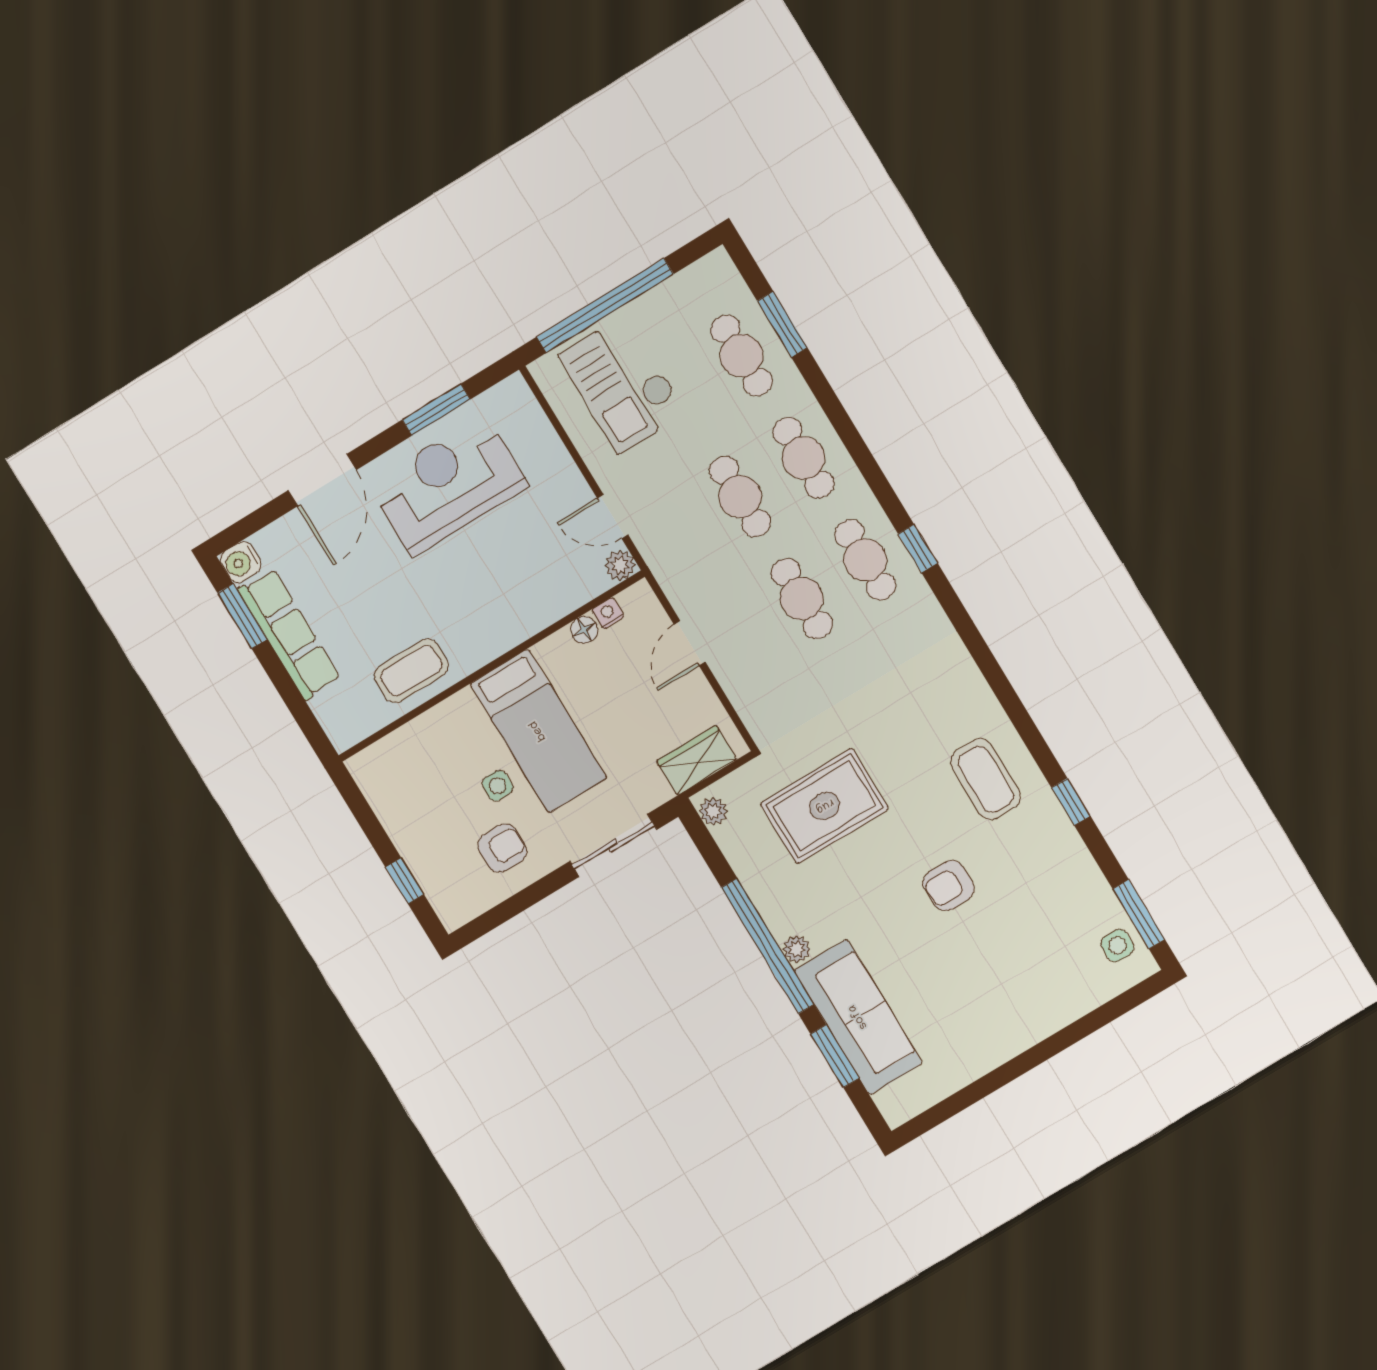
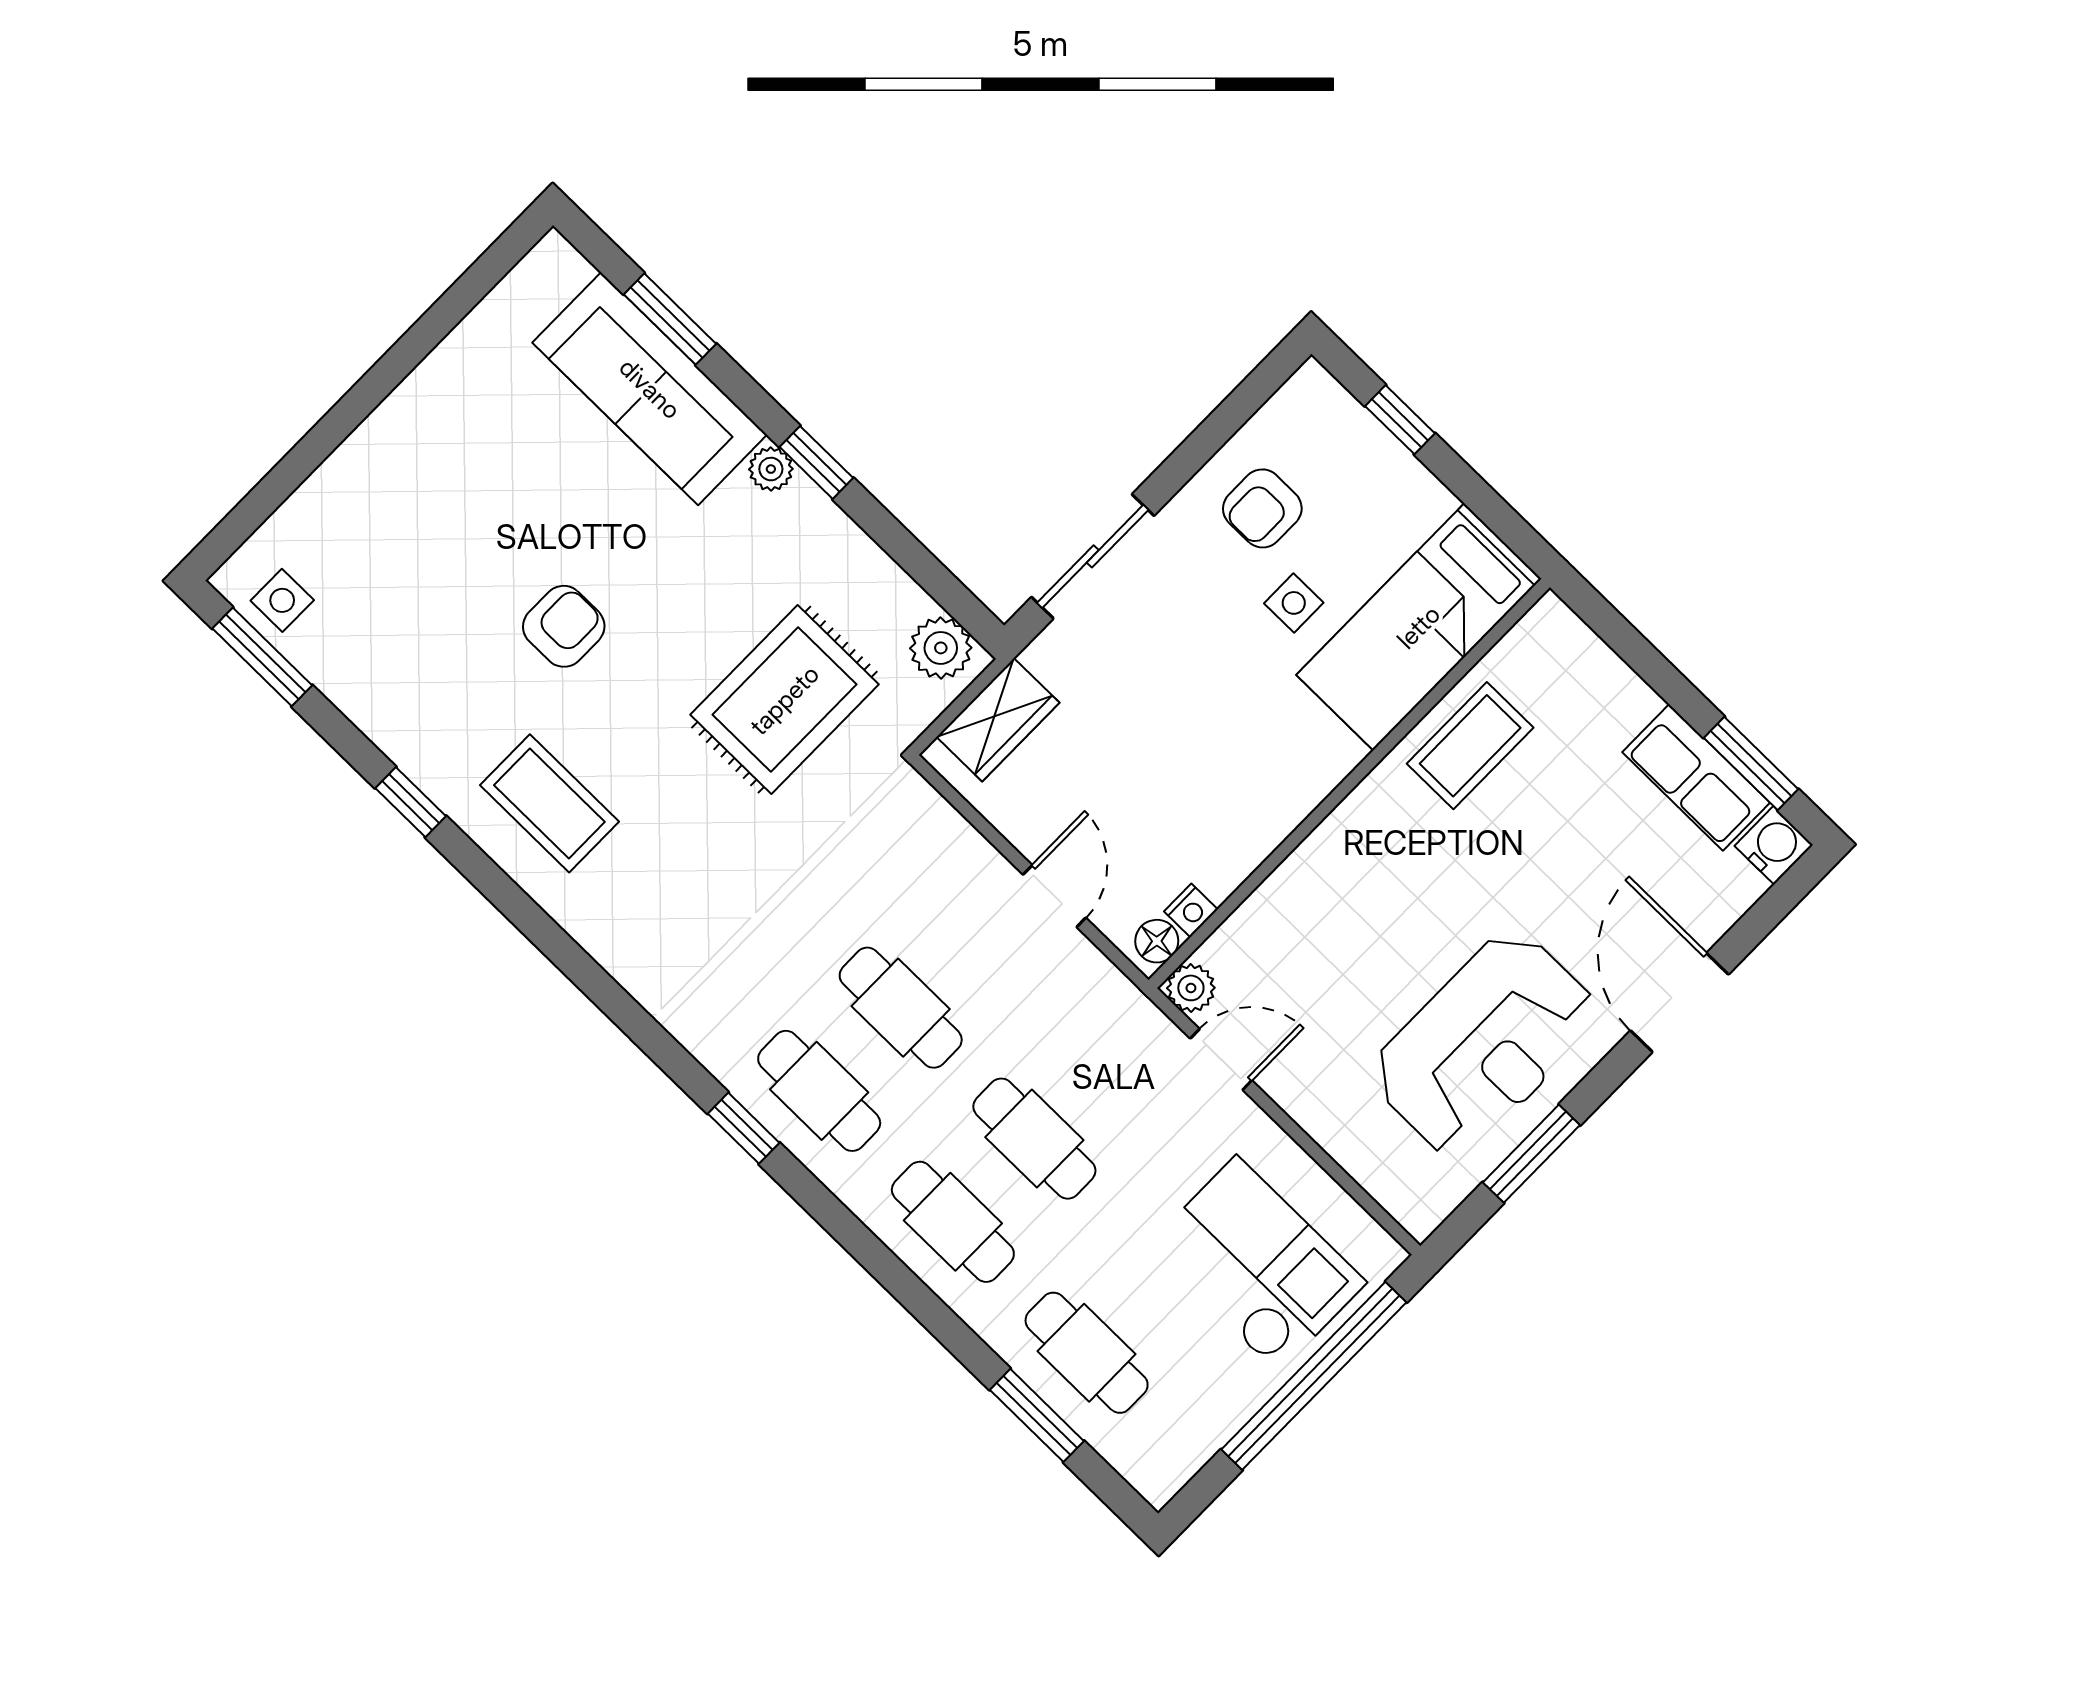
floor lamp: (584, 630) -> (1157, 941), moved
row of seats: (289, 634) -> (1696, 777), width x0.68
bed: (538, 731) -> (1419, 627), moved, turned -90
plant: (713, 811) -> (941, 648), width x1.38, depth x1.38
window: (768, 946) -> (816, 462), width x0.32

